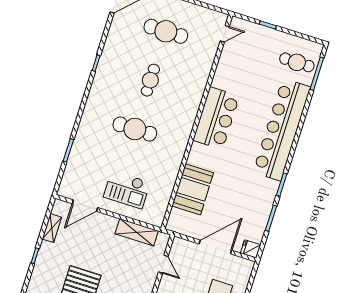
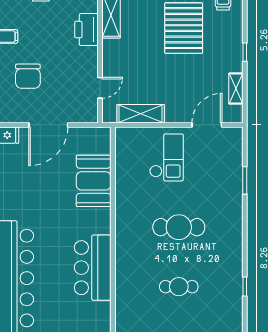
cafe table: (150, 80) -> (179, 287), turned 90
checkout: (127, 190) -> (166, 157), turned 90
door: (163, 264) -> (100, 88), swing flipped

